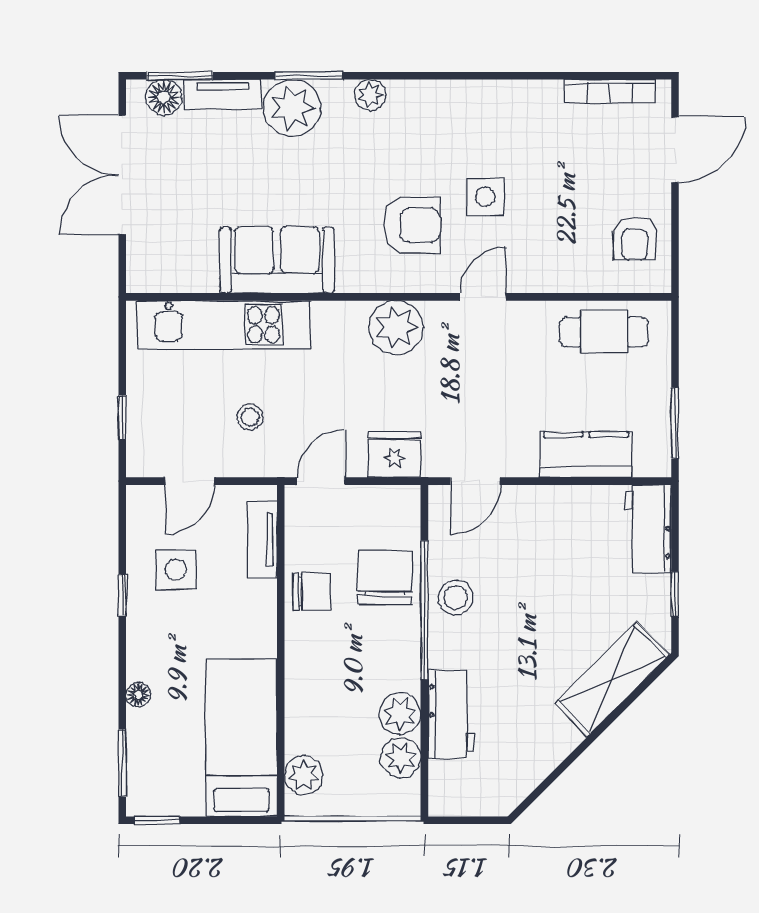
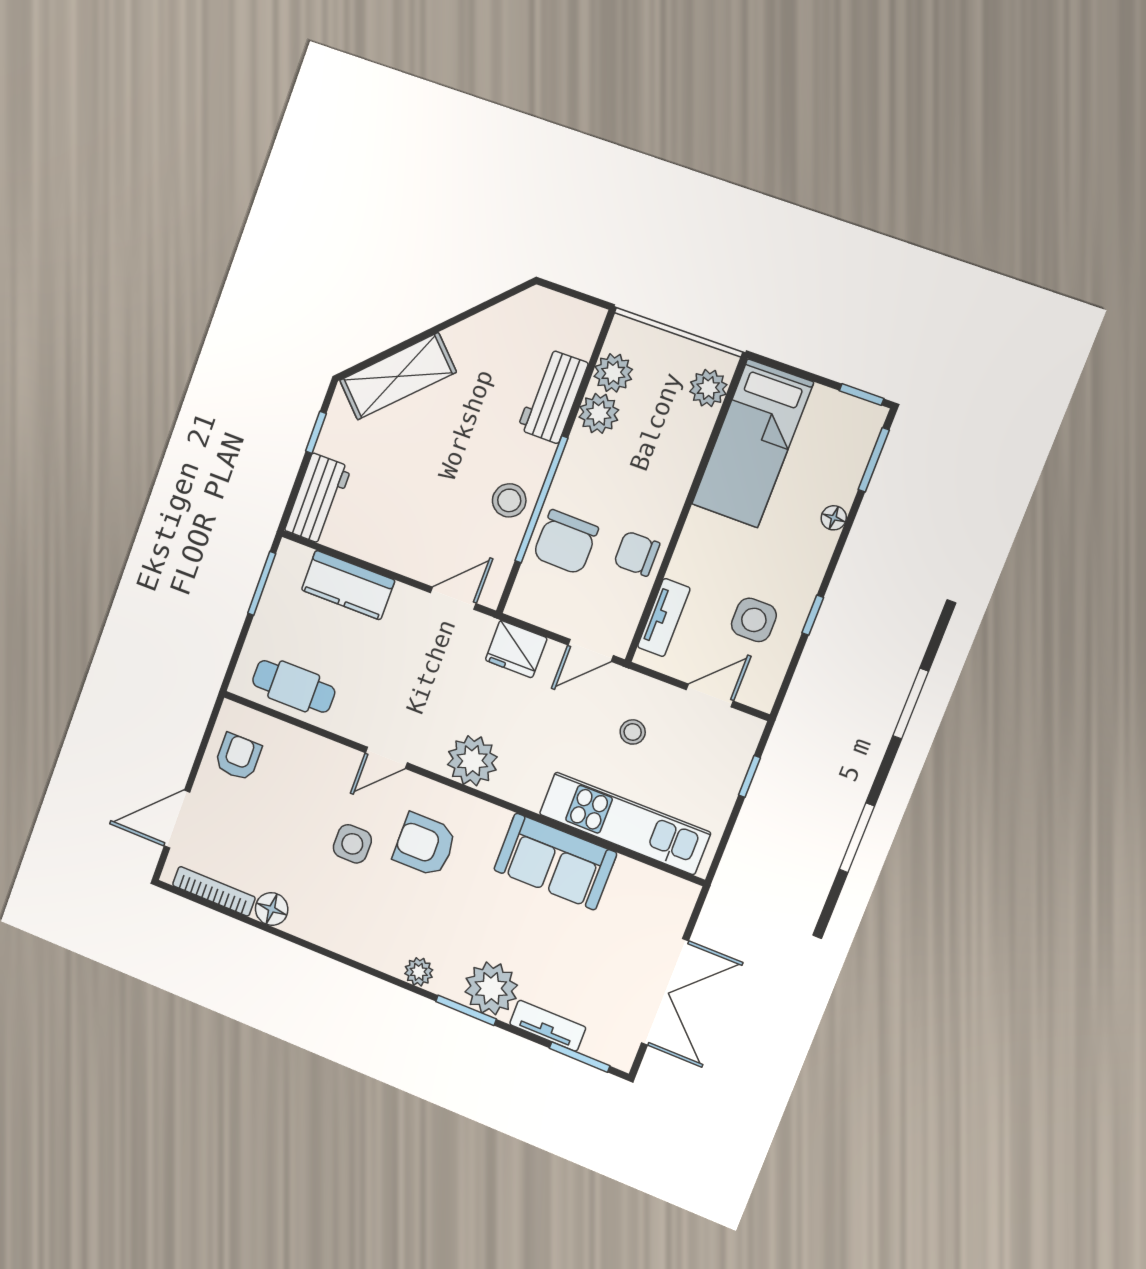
floor lamp: (164, 97) -> (272, 909), moved

